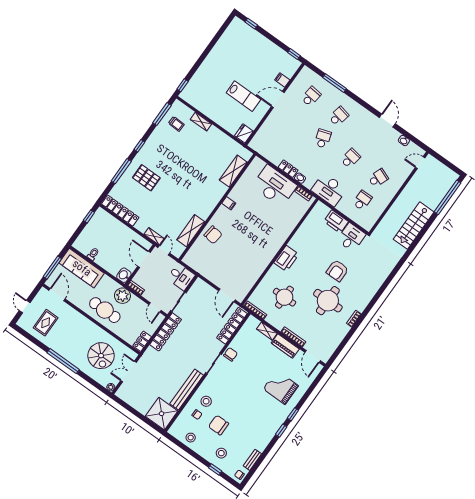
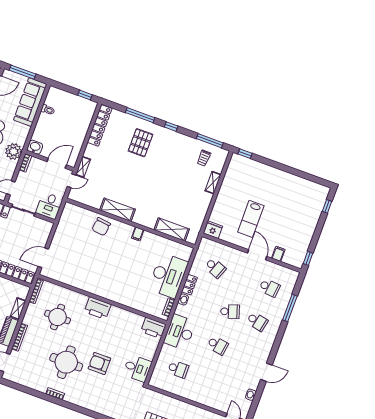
school desk: (378, 178) -> (215, 268), moved
printer: (336, 222) -> (153, 328), moved, turned -90
shelving: (191, 231) -> (118, 210), moved

